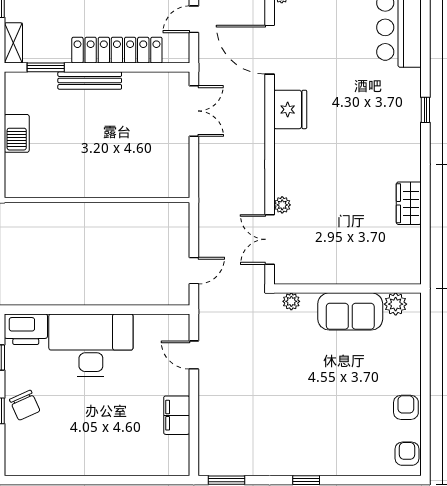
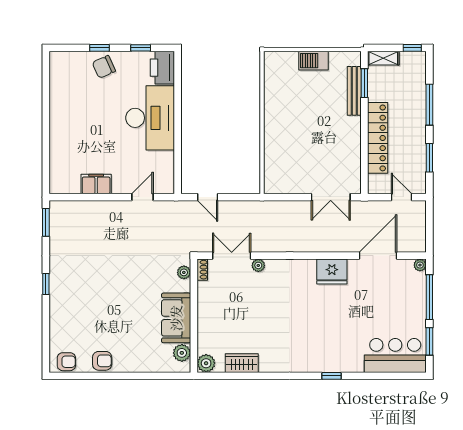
bench: (90, 81) -> (354, 91), moved
wardrobe: (409, 203) -> (242, 363), moved
plant: (409, 273) -> (206, 363), added
shoe rack: (288, 278) -> (202, 270), added

